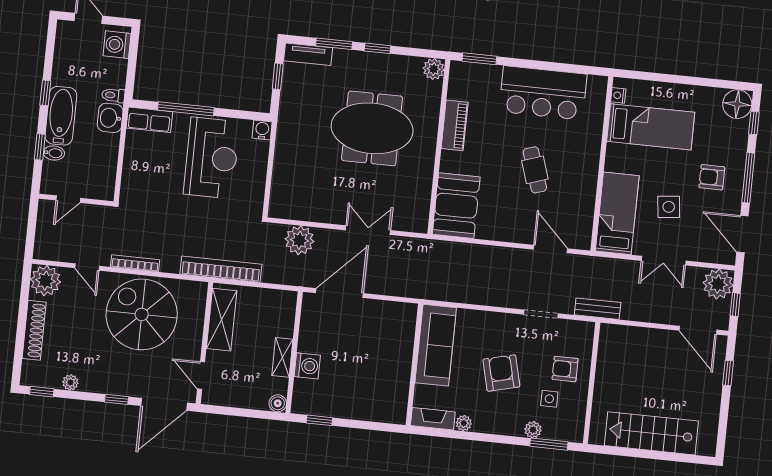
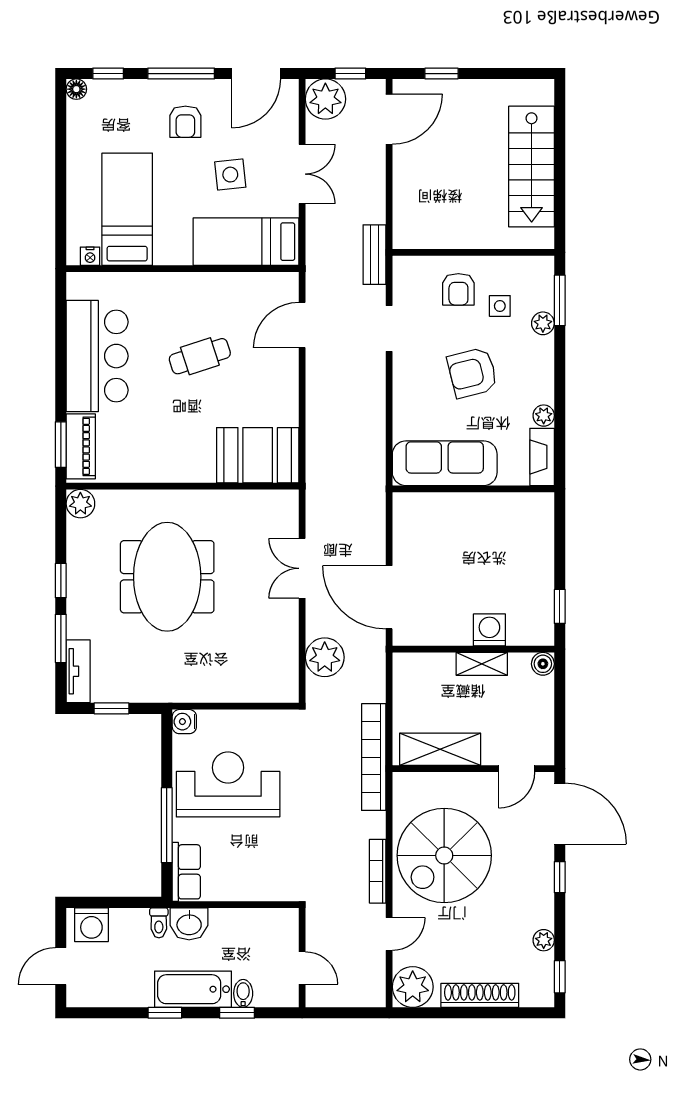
floor lamp: (737, 104) -> (76, 89), width x0.53, depth x0.53
piano: (455, 125) -> (81, 446), moved, turned 90

